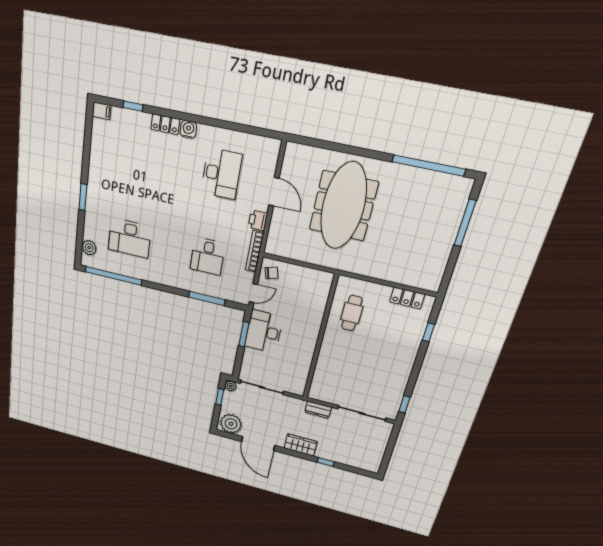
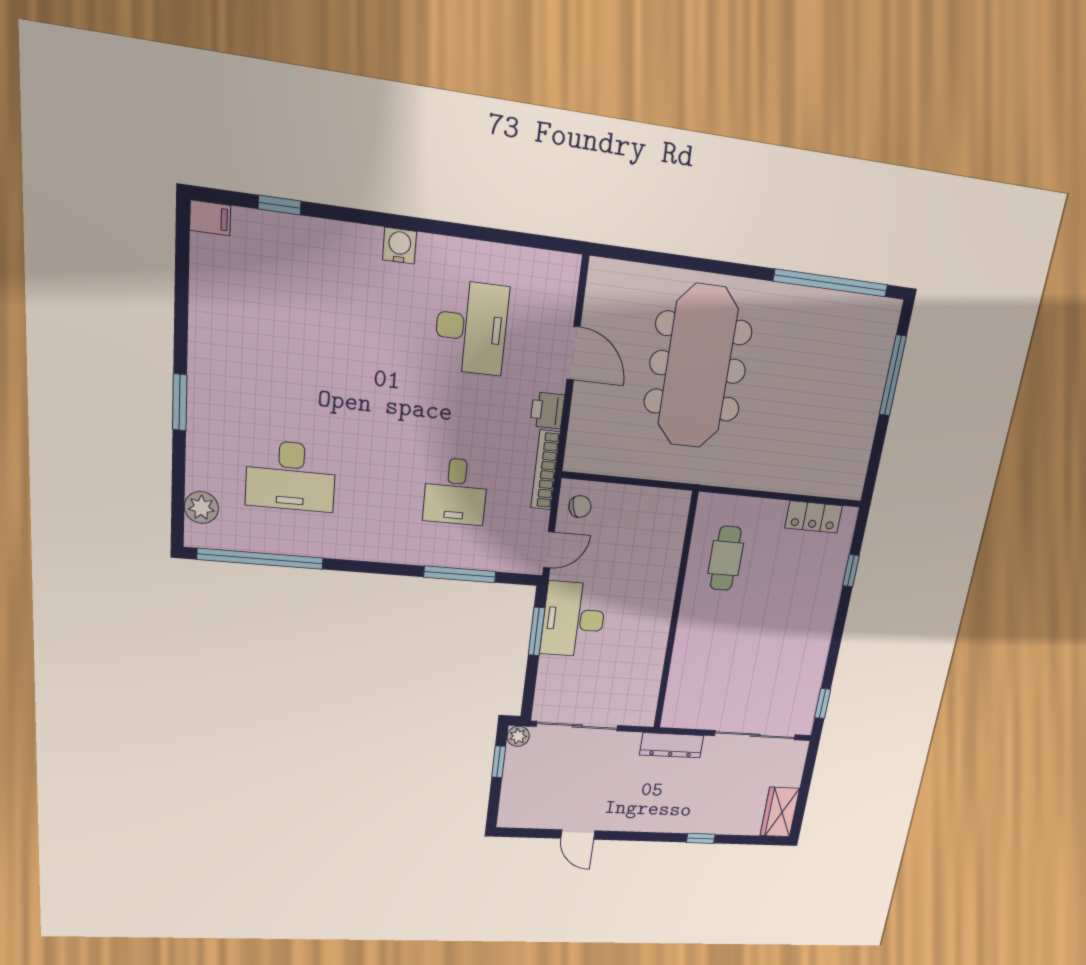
locker: (165, 124) -> (351, 238), removed
dresser: (318, 410) -> (672, 745), width x1.44
plant: (231, 424) -> (524, 809), removed
door: (258, 443) -> (578, 834), width x0.53
wardrobe: (301, 445) -> (780, 812), moved, turned -90

